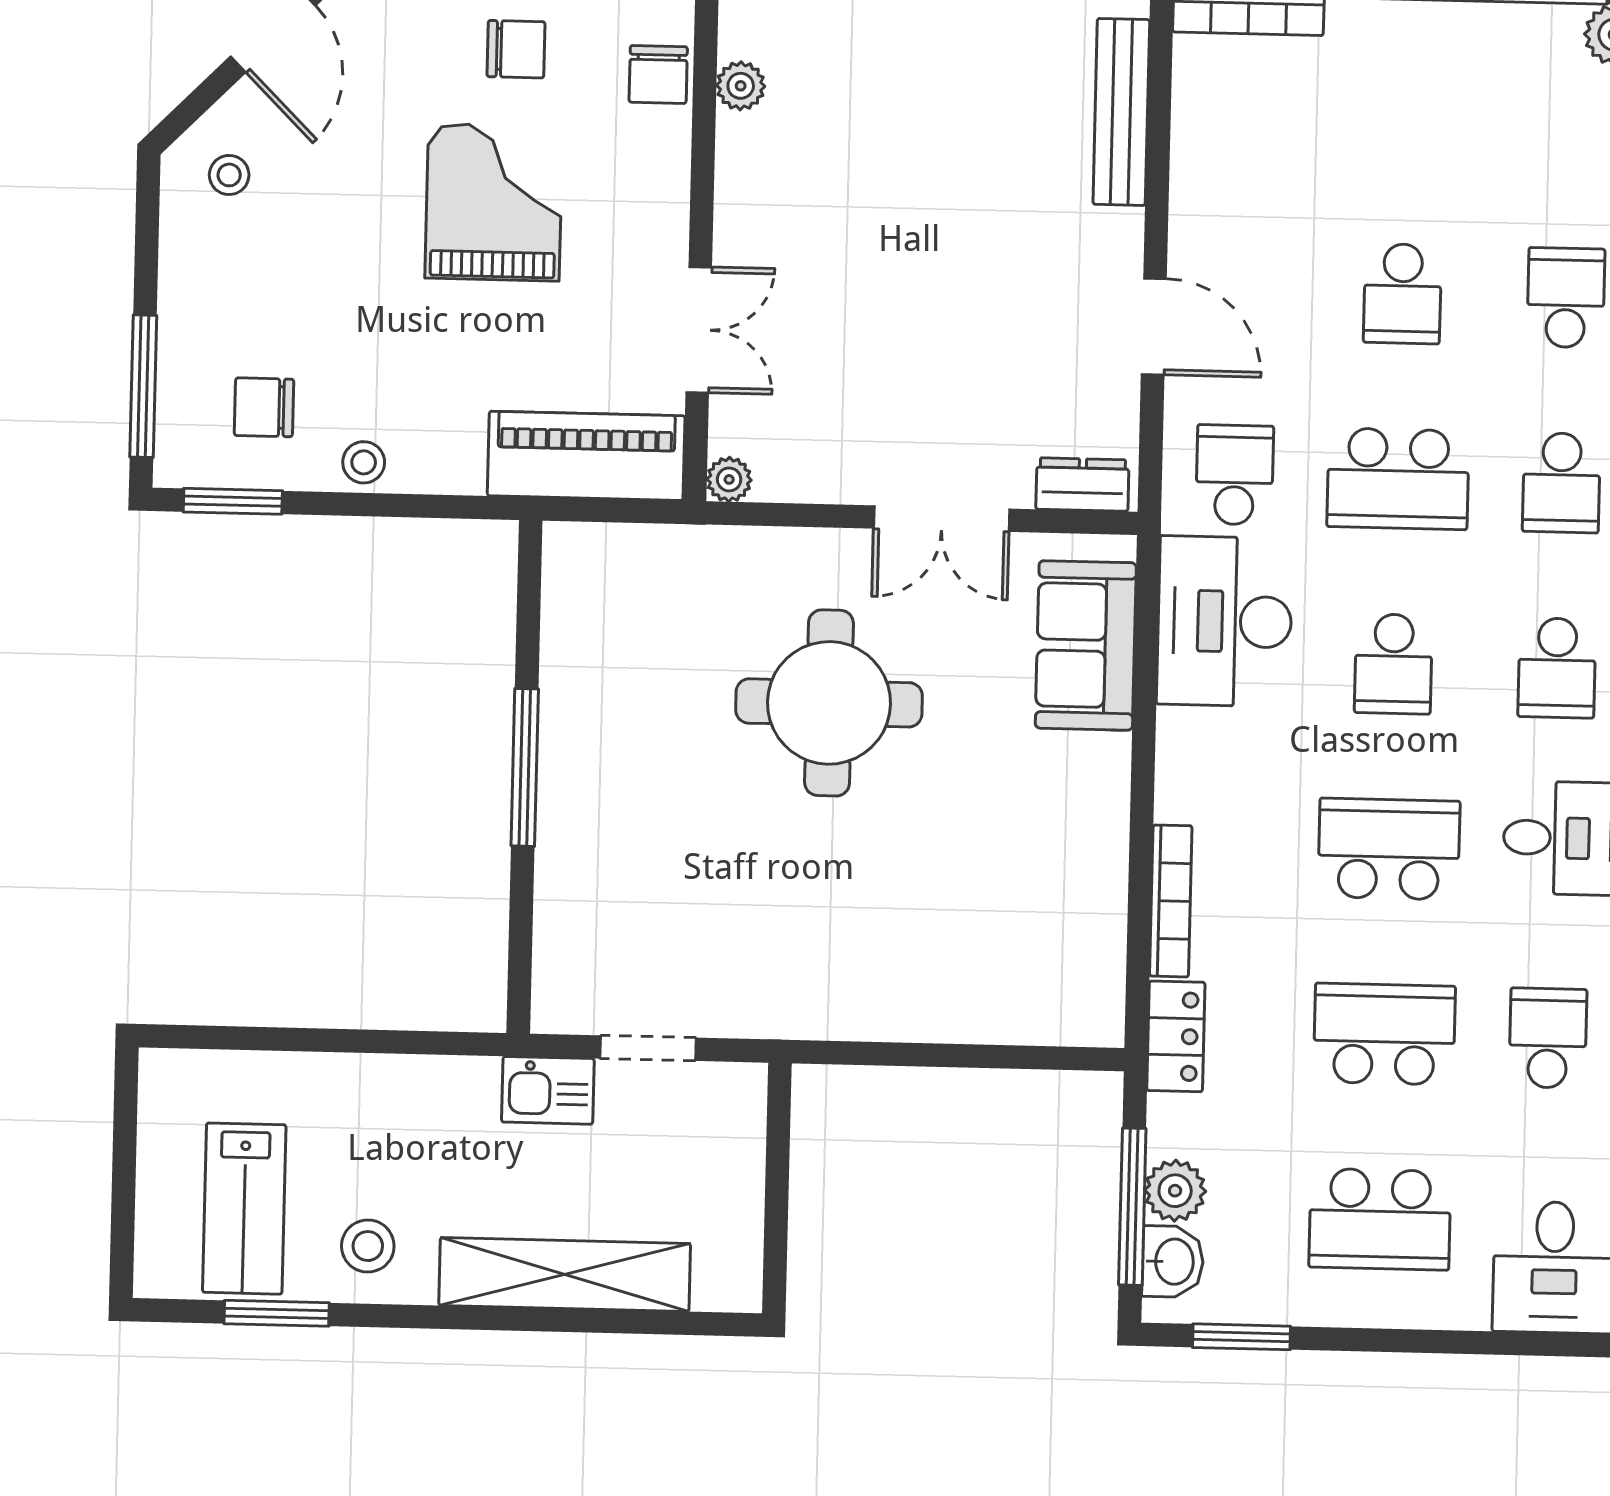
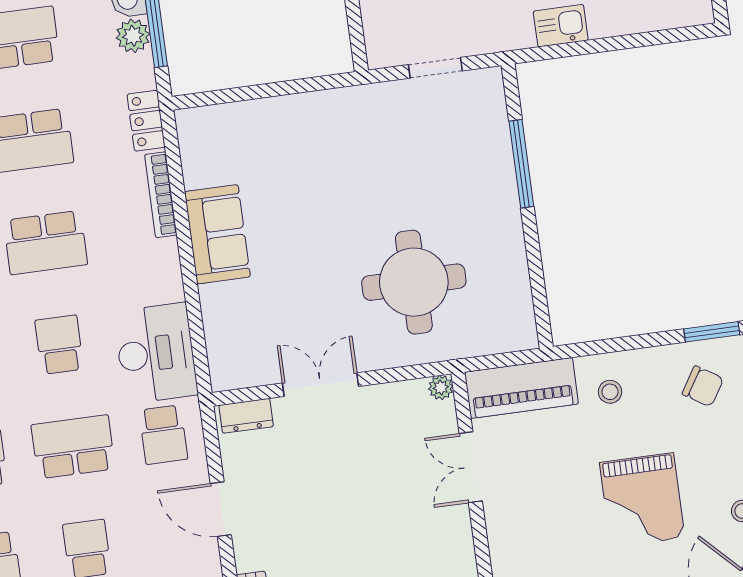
grand piano: (494, 202) -> (642, 500), moved
chair: (264, 407) -> (703, 386), turned 32
stool: (364, 462) -> (610, 392), moved
sofa: (1086, 645) -> (217, 234), moved
round table: (829, 703) -> (414, 282), moved
window: (525, 767) -> (521, 164), moved
kitchen sink: (548, 1090) -> (561, 26), moved

